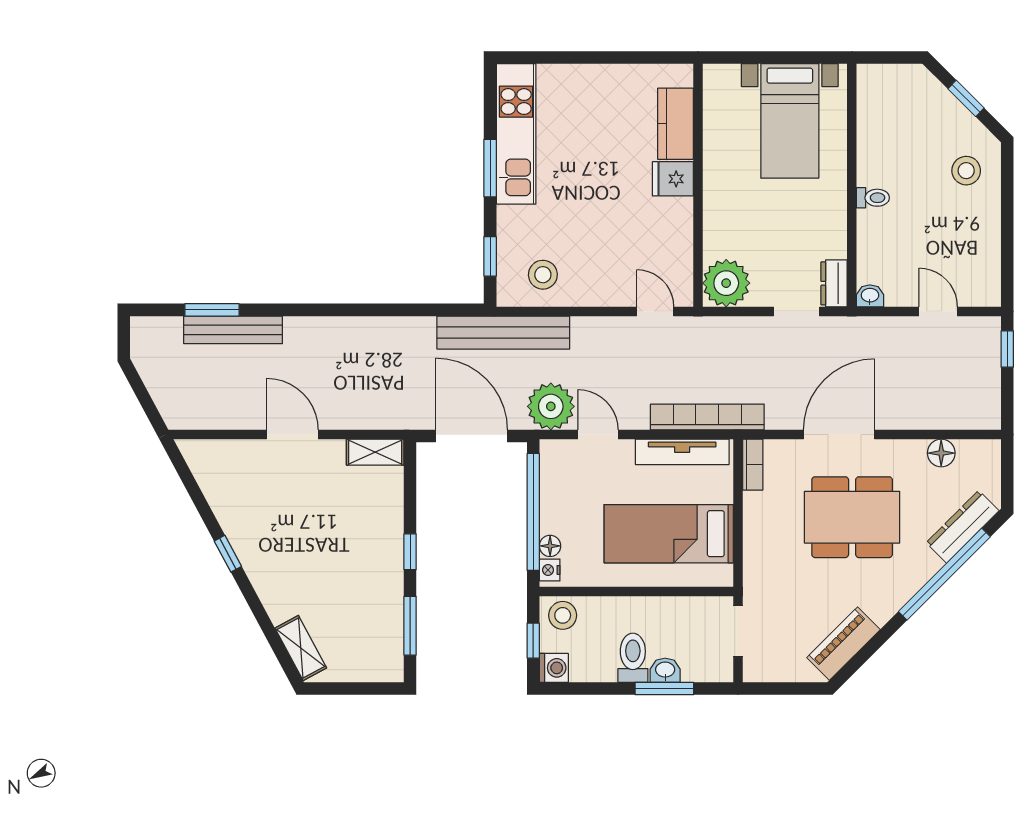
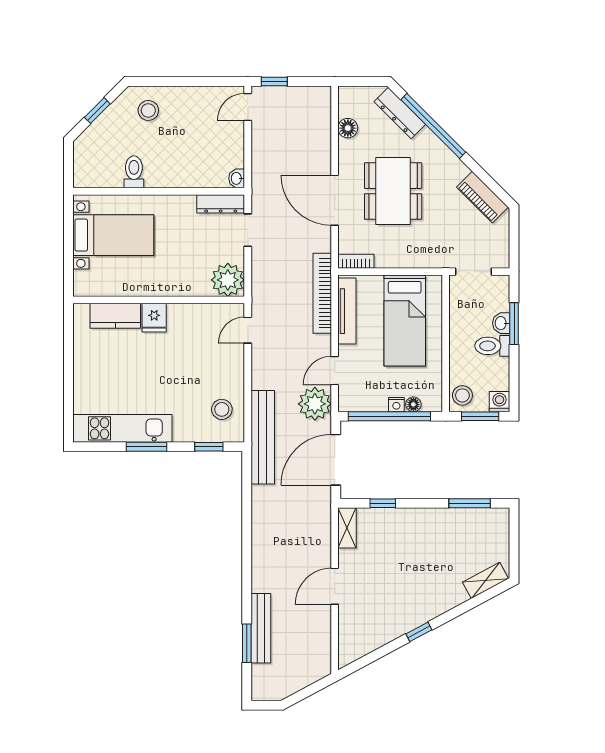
toilet: (873, 198) -> (134, 172), moved, width x1.37, depth x1.39
dresser: (834, 283) -> (221, 204), width x1.44
door: (938, 311) -> (248, 107), moved
window: (410, 552) -> (383, 503), moved
nightstand: (550, 570) -> (396, 405), moved
window: (533, 641) -> (480, 416), width x1.50

